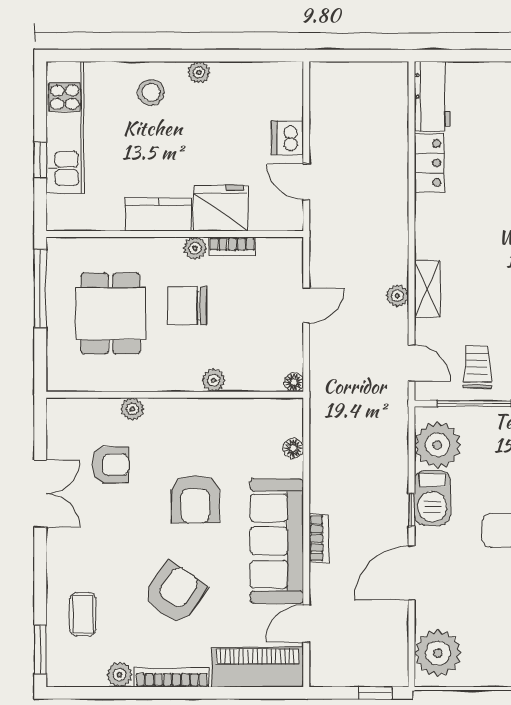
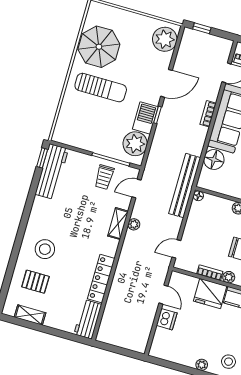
locker: (429, 163) -> (101, 279), width x1.53
door: (306, 305) -> (176, 249), moved
door: (411, 363) -> (137, 189), hinge flipped
bench: (324, 394) -> (185, 186), added
floor lamp: (293, 448) -> (214, 160), width x1.89, depth x1.89

